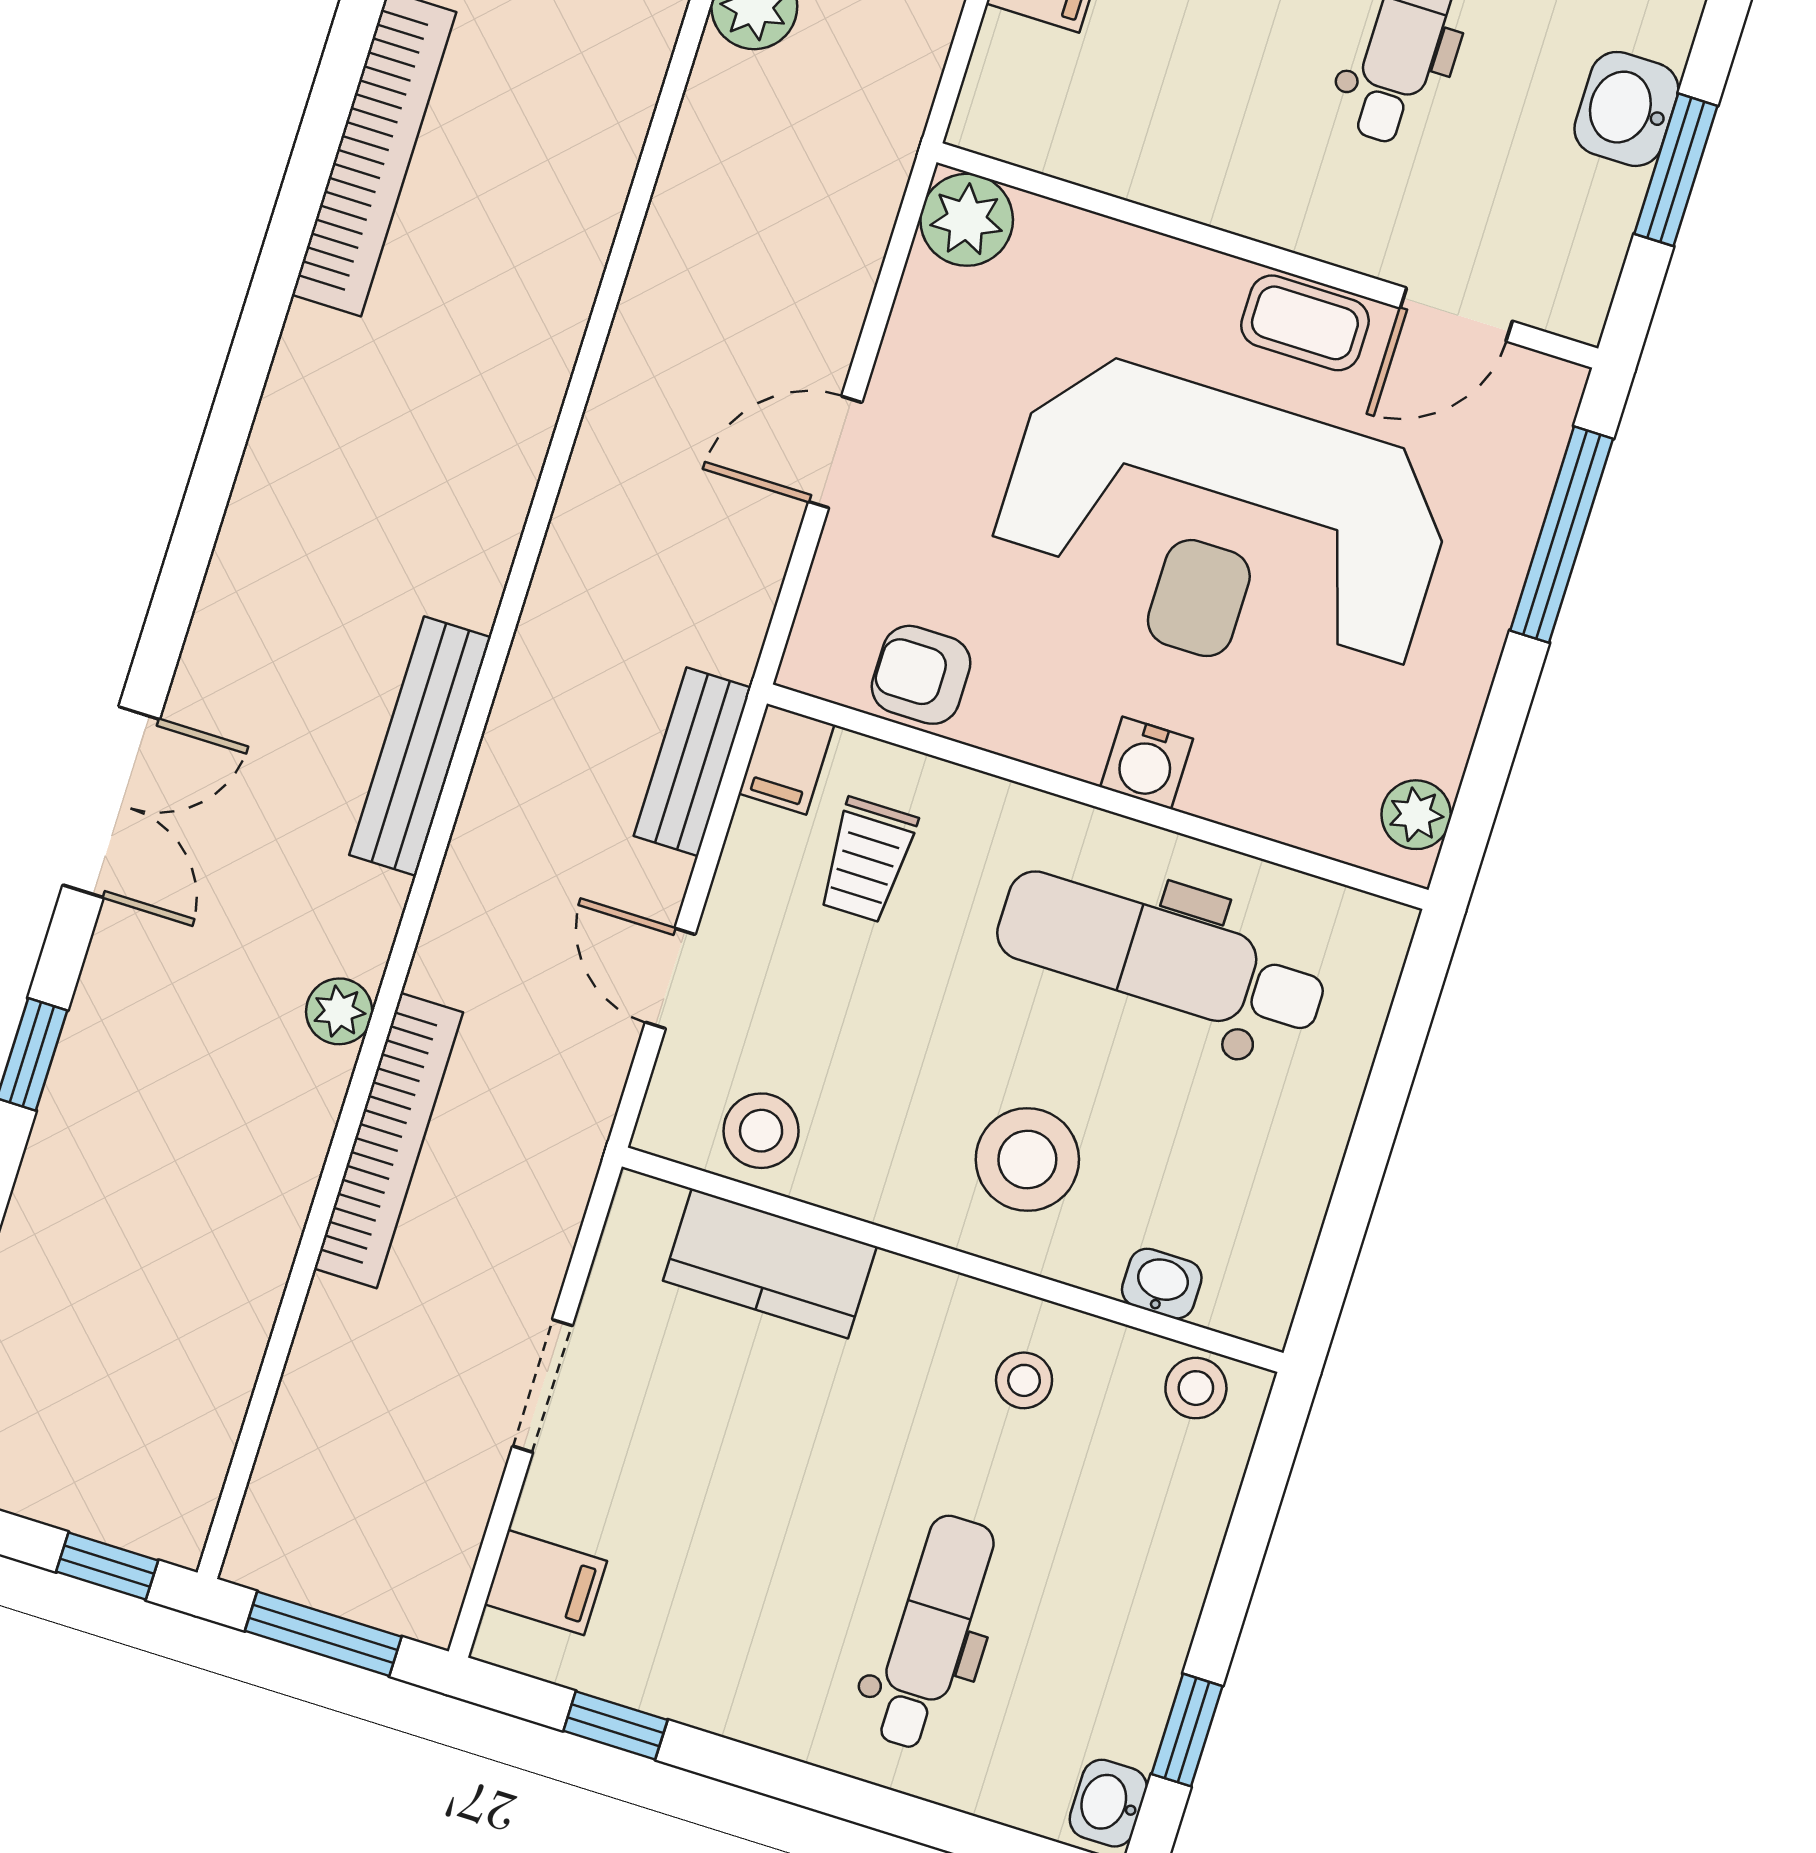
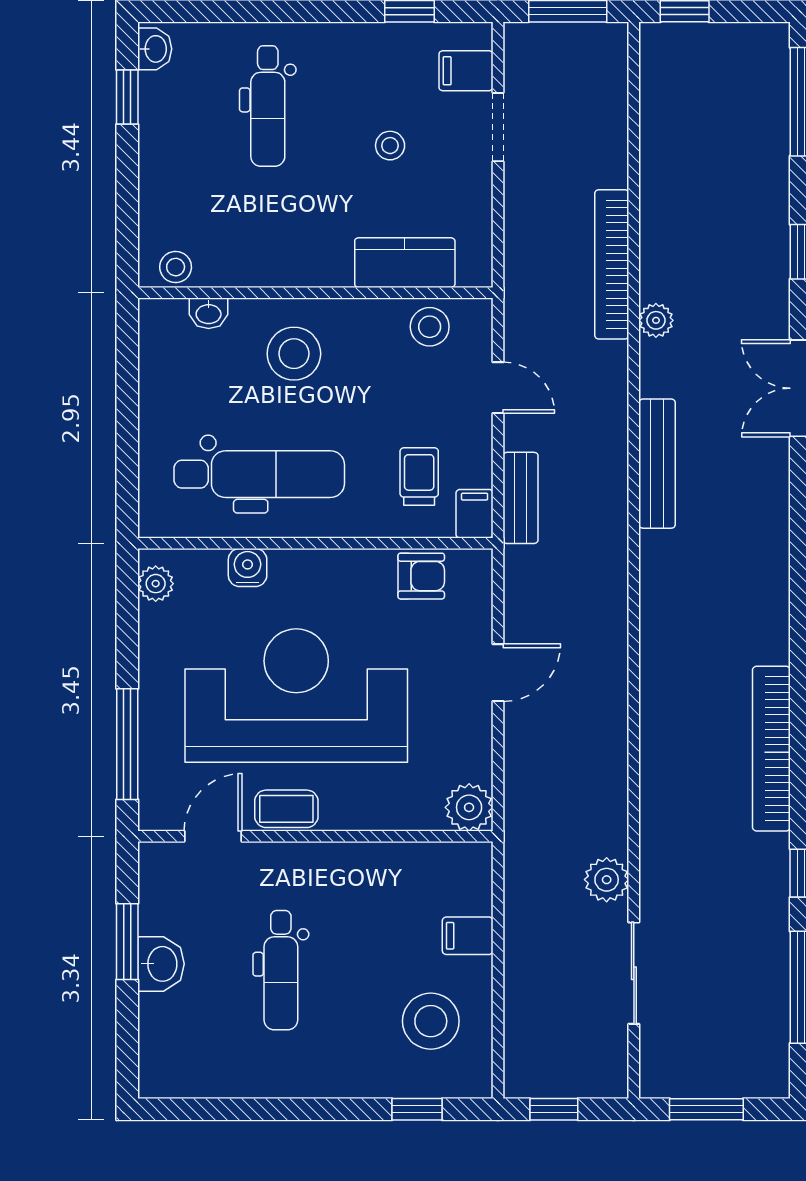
water cooler: (1147, 763) -> (248, 568), moved
stool: (1024, 1380) -> (390, 146), moved
doorway: (543, 1386) -> (498, 127), moved

